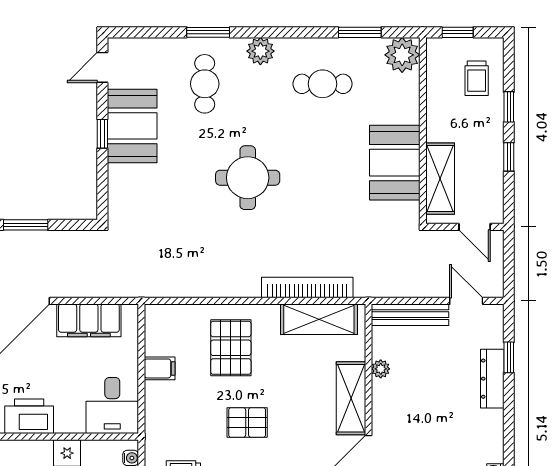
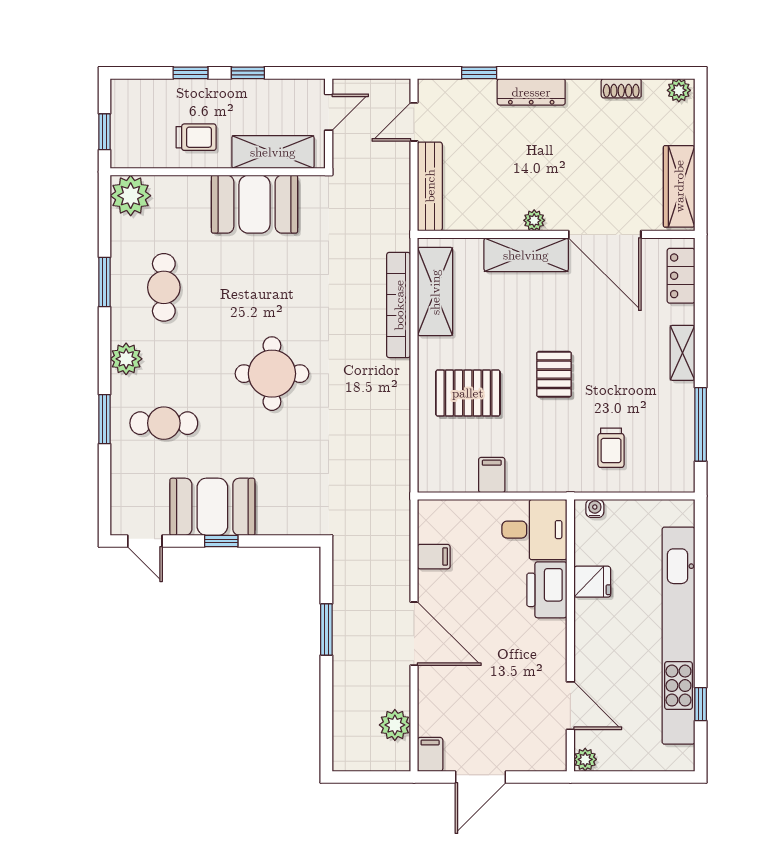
window: (360, 32) -> (105, 282), moved
trolley: (477, 78) -> (196, 137), moved
filing cabinet: (89, 320) -> (434, 557), width x0.33, depth x0.86
plant: (381, 369) -> (534, 220), moved
dresser: (492, 379) -> (531, 92), moved
printer: (29, 416) -> (547, 590), moved

